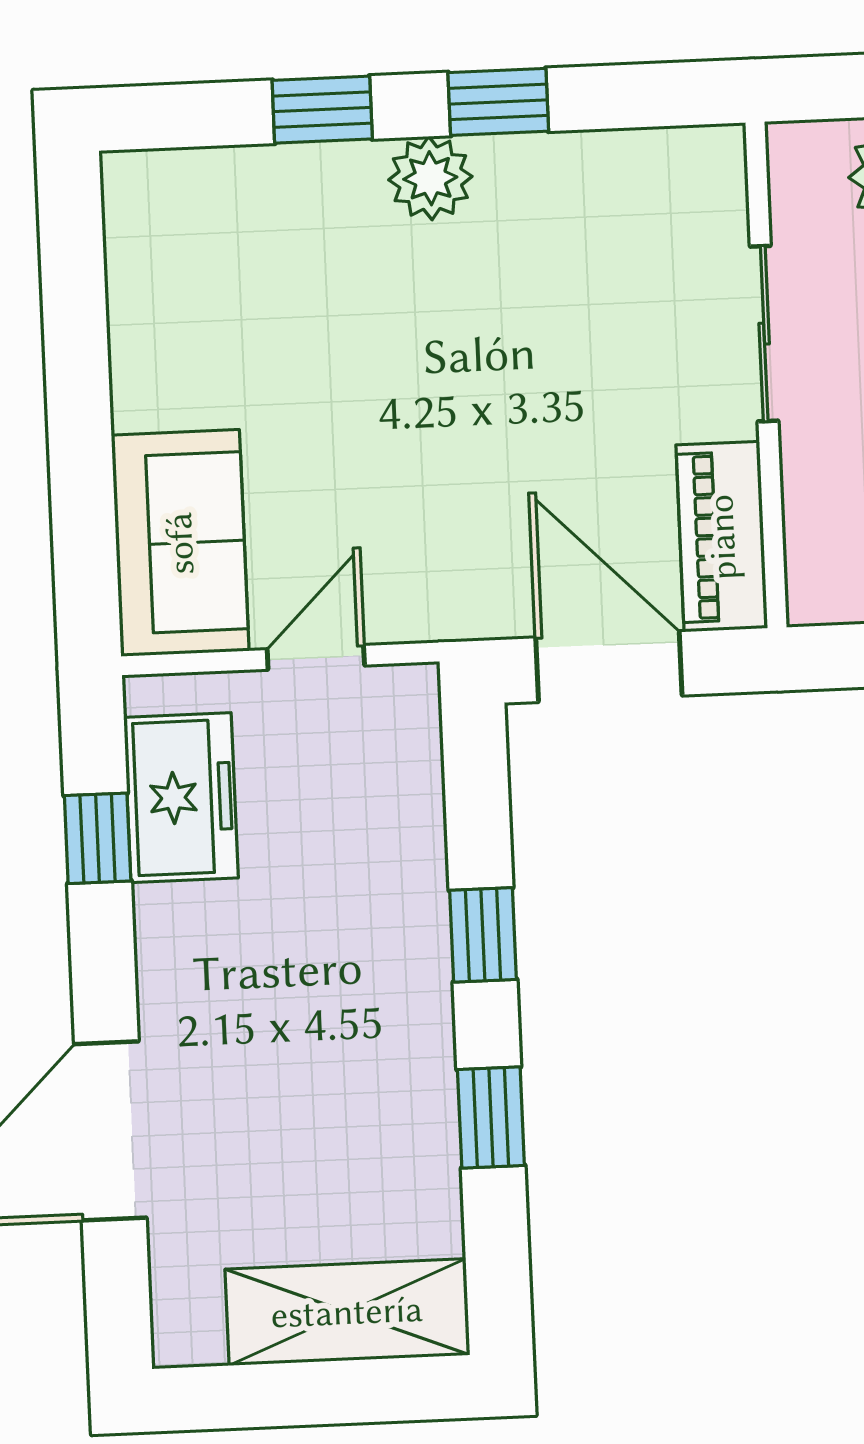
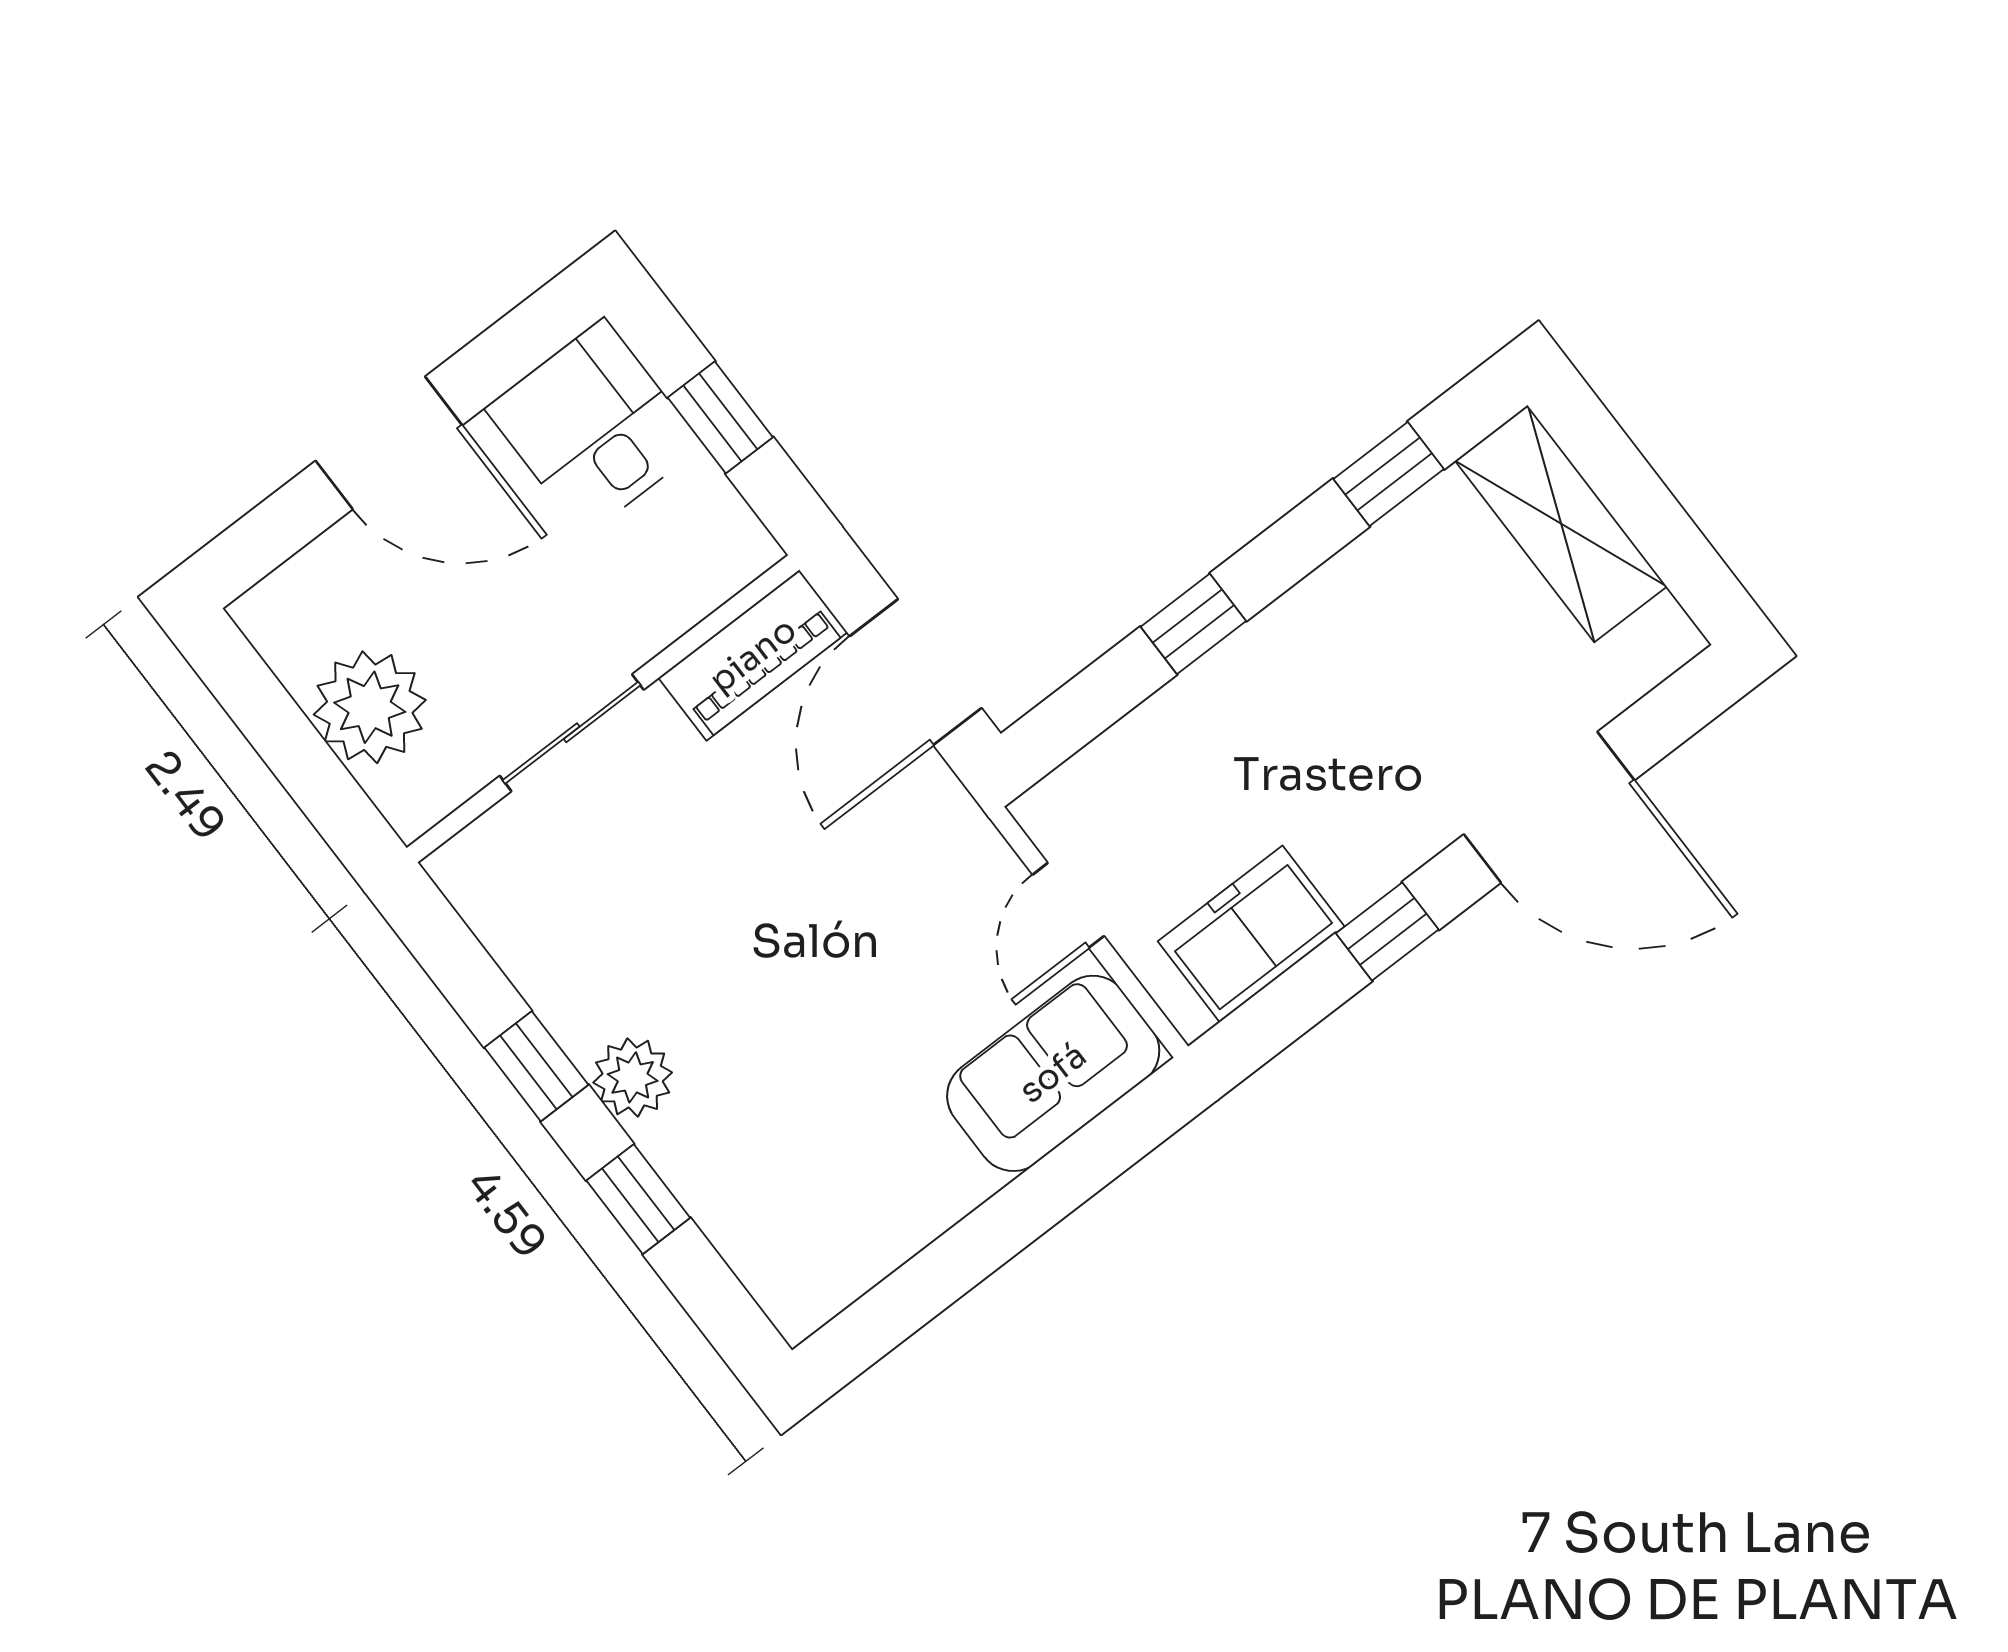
door: (316, 657) -> (1068, 905), hinge flipped
window: (98, 838) -> (1387, 931), moved
window: (491, 1118) -> (1389, 474), moved

